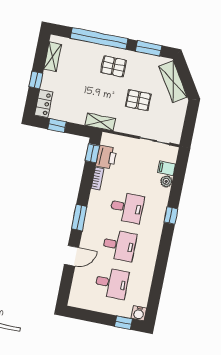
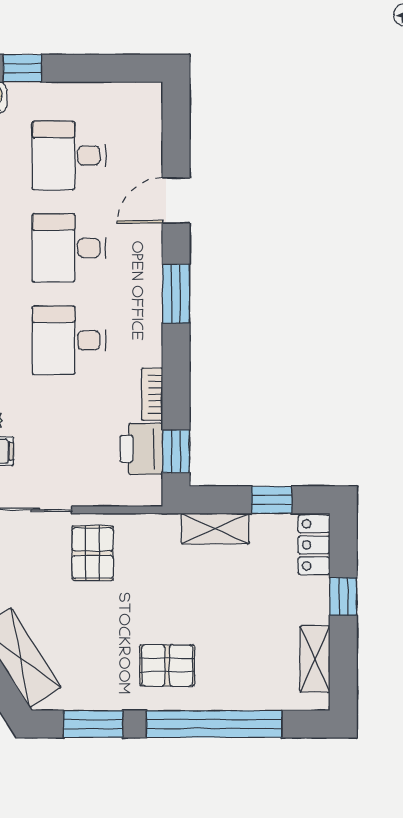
pallet: (138, 100) -> (93, 553), moved, turned 90
shelving: (100, 122) -> (215, 529), moved

